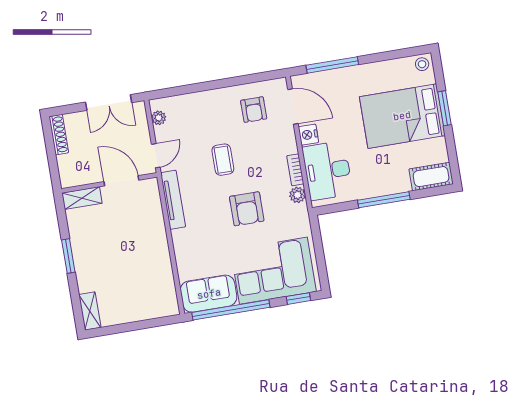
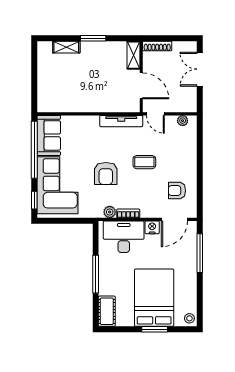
double door: (109, 102) -> (200, 69), moved
shoe rack: (59, 135) -> (157, 46), moved
door: (121, 181) -> (141, 86), hinge flipped
armchair: (247, 209) -> (106, 173), turned -90
shelving: (90, 311) -> (66, 47), moved

